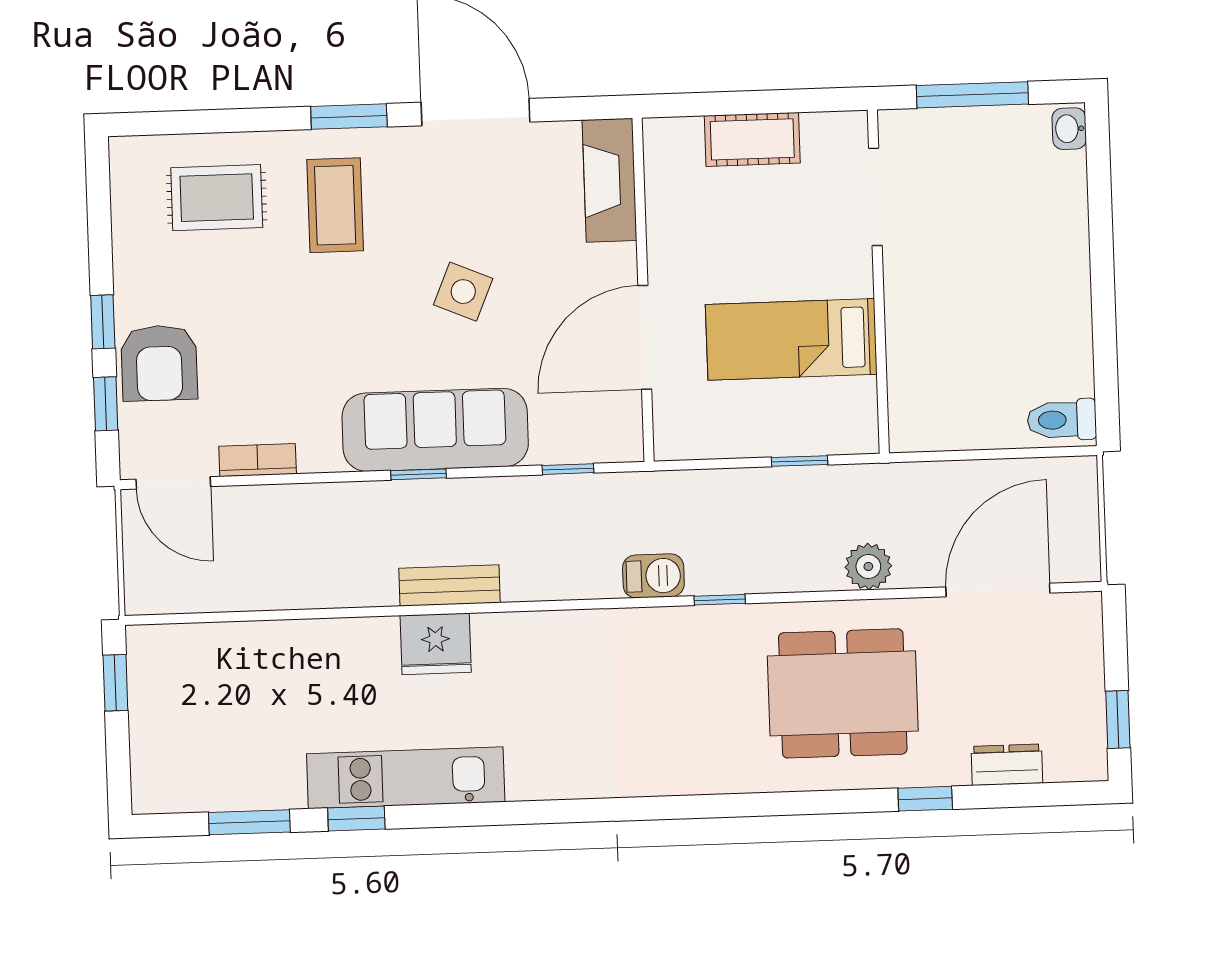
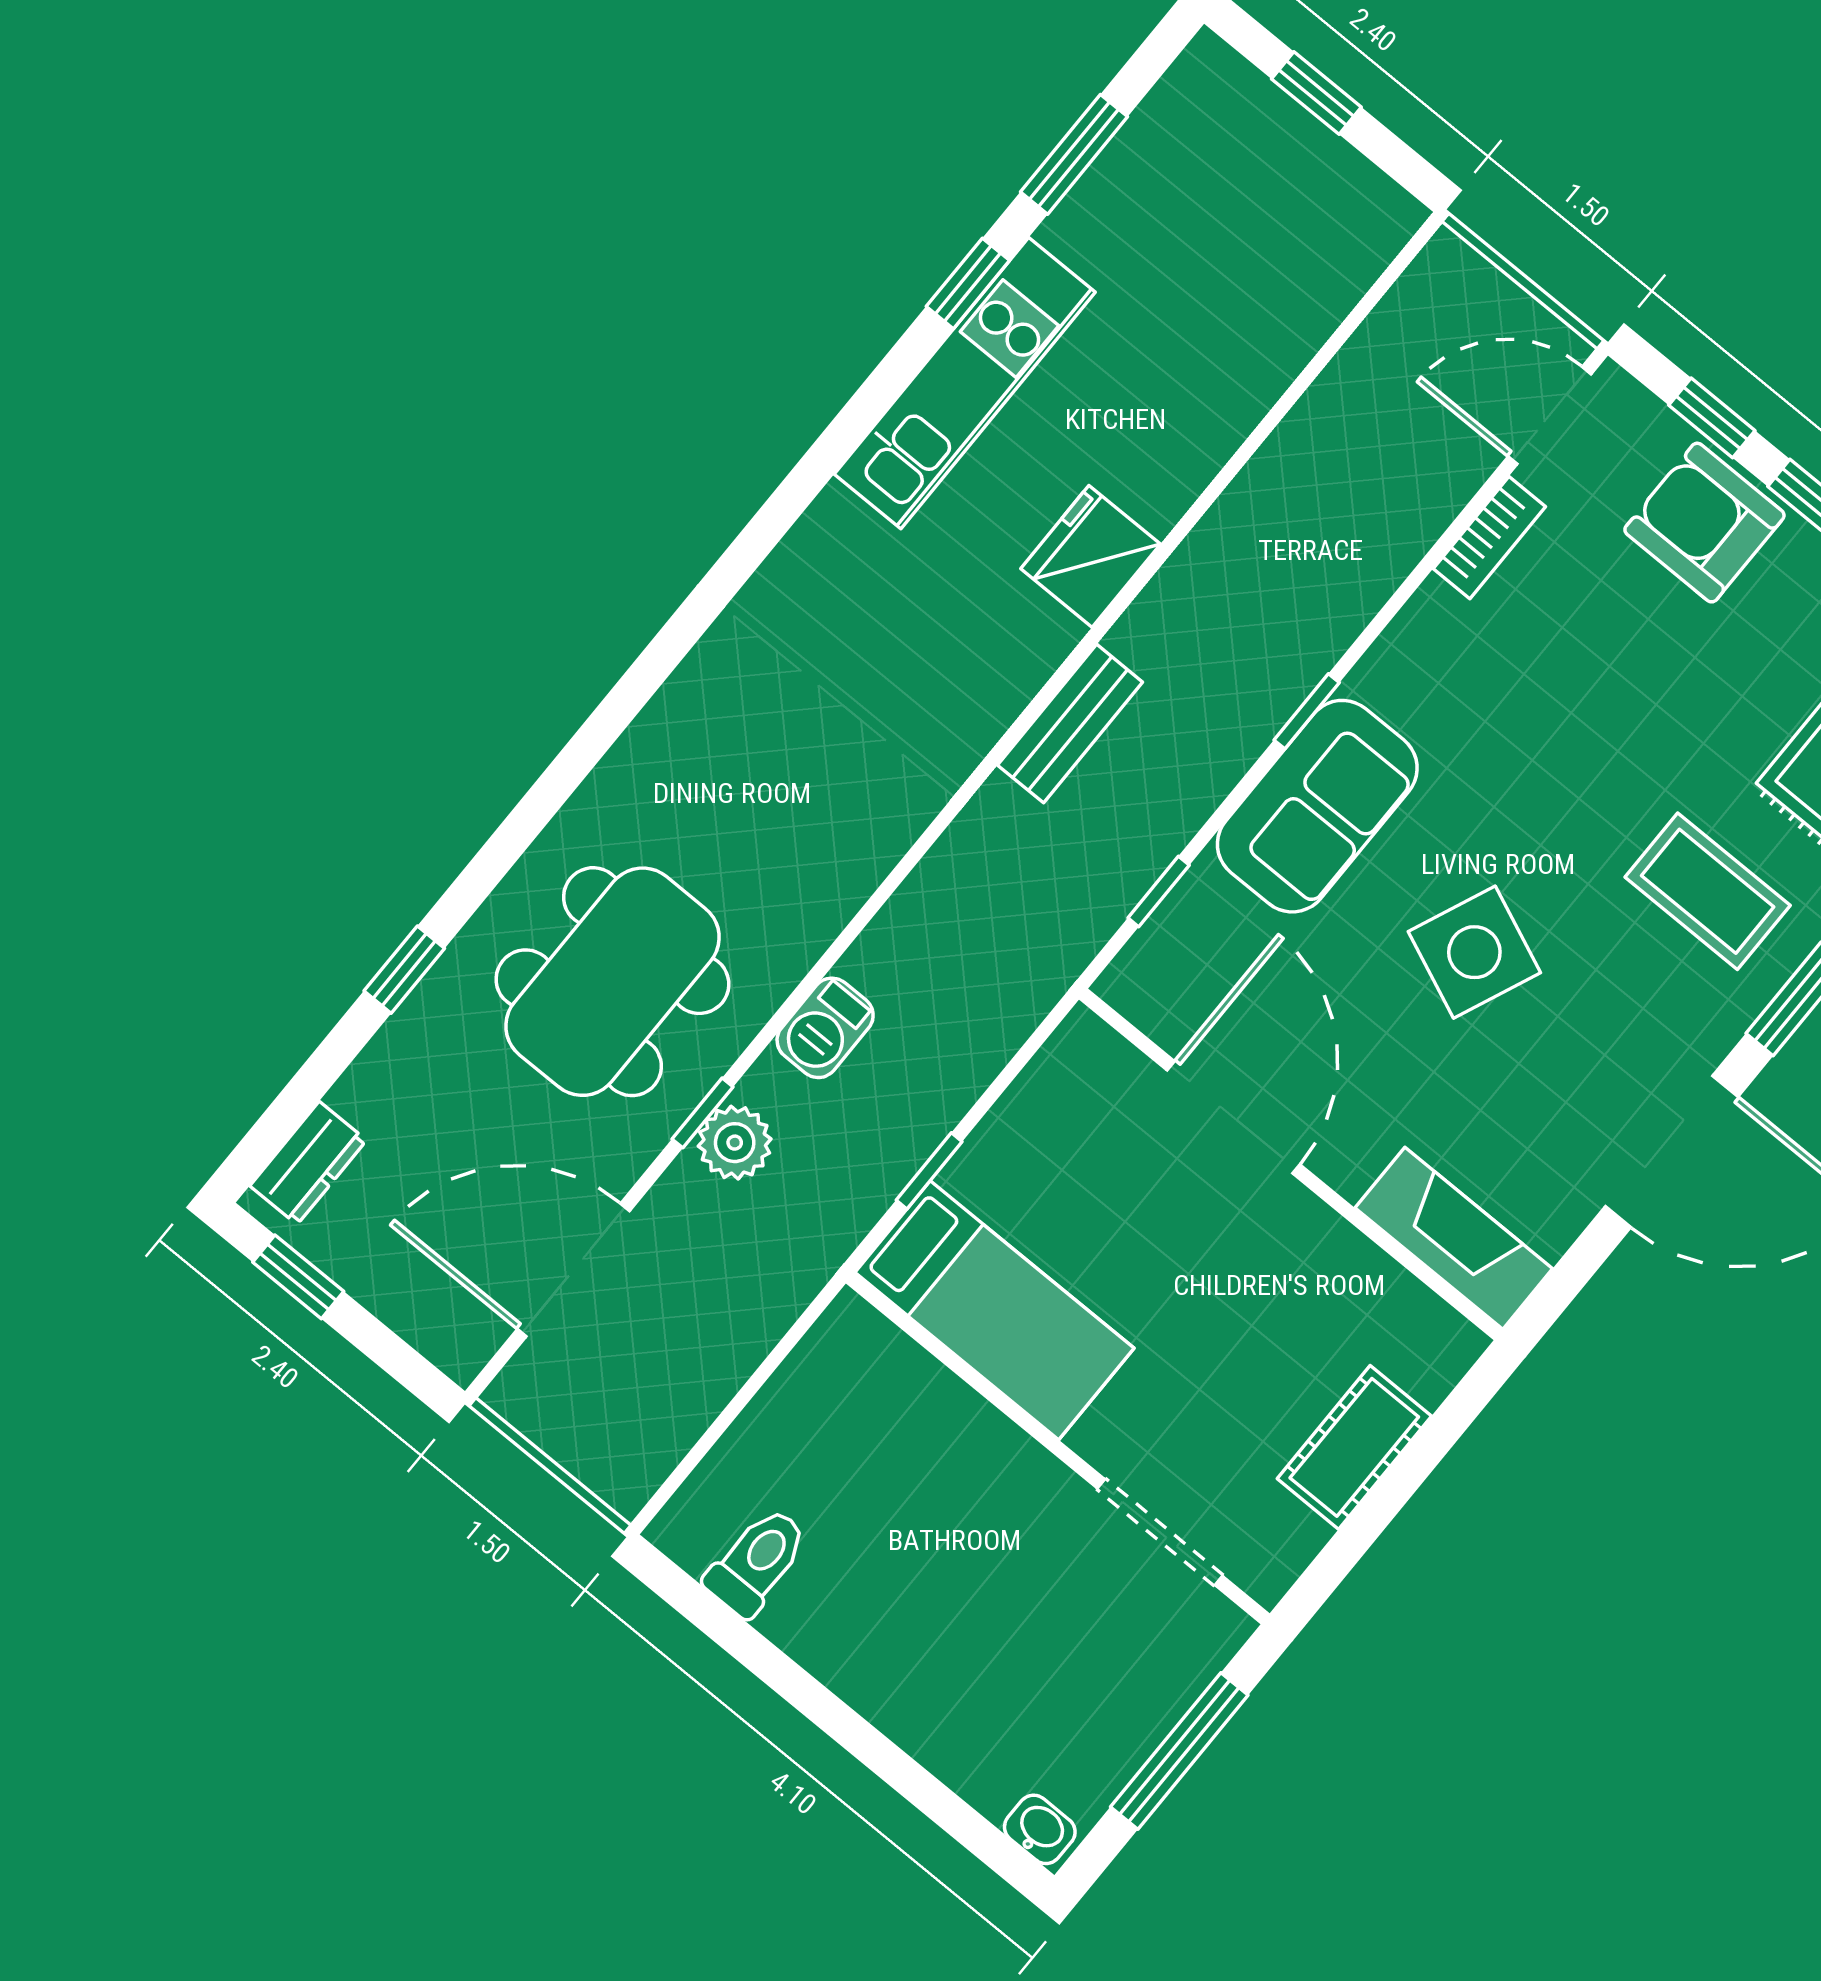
side table: (463, 292) -> (1474, 952), width x1.37, depth x1.37
bed: (791, 339) -> (994, 1310), moved, turned 90
toilet: (1062, 420) -> (757, 1562), moved
sofa: (435, 430) -> (1317, 806), width x0.73
barbecue: (653, 576) -> (825, 1028), moved
bench: (449, 585) -> (1070, 724), moved
door: (998, 590) -> (573, 1270), swing flipped
window: (720, 600) -> (702, 1113), moved
window: (115, 683) -> (1316, 93), moved
dresser: (1007, 765) -> (308, 1163), moved

